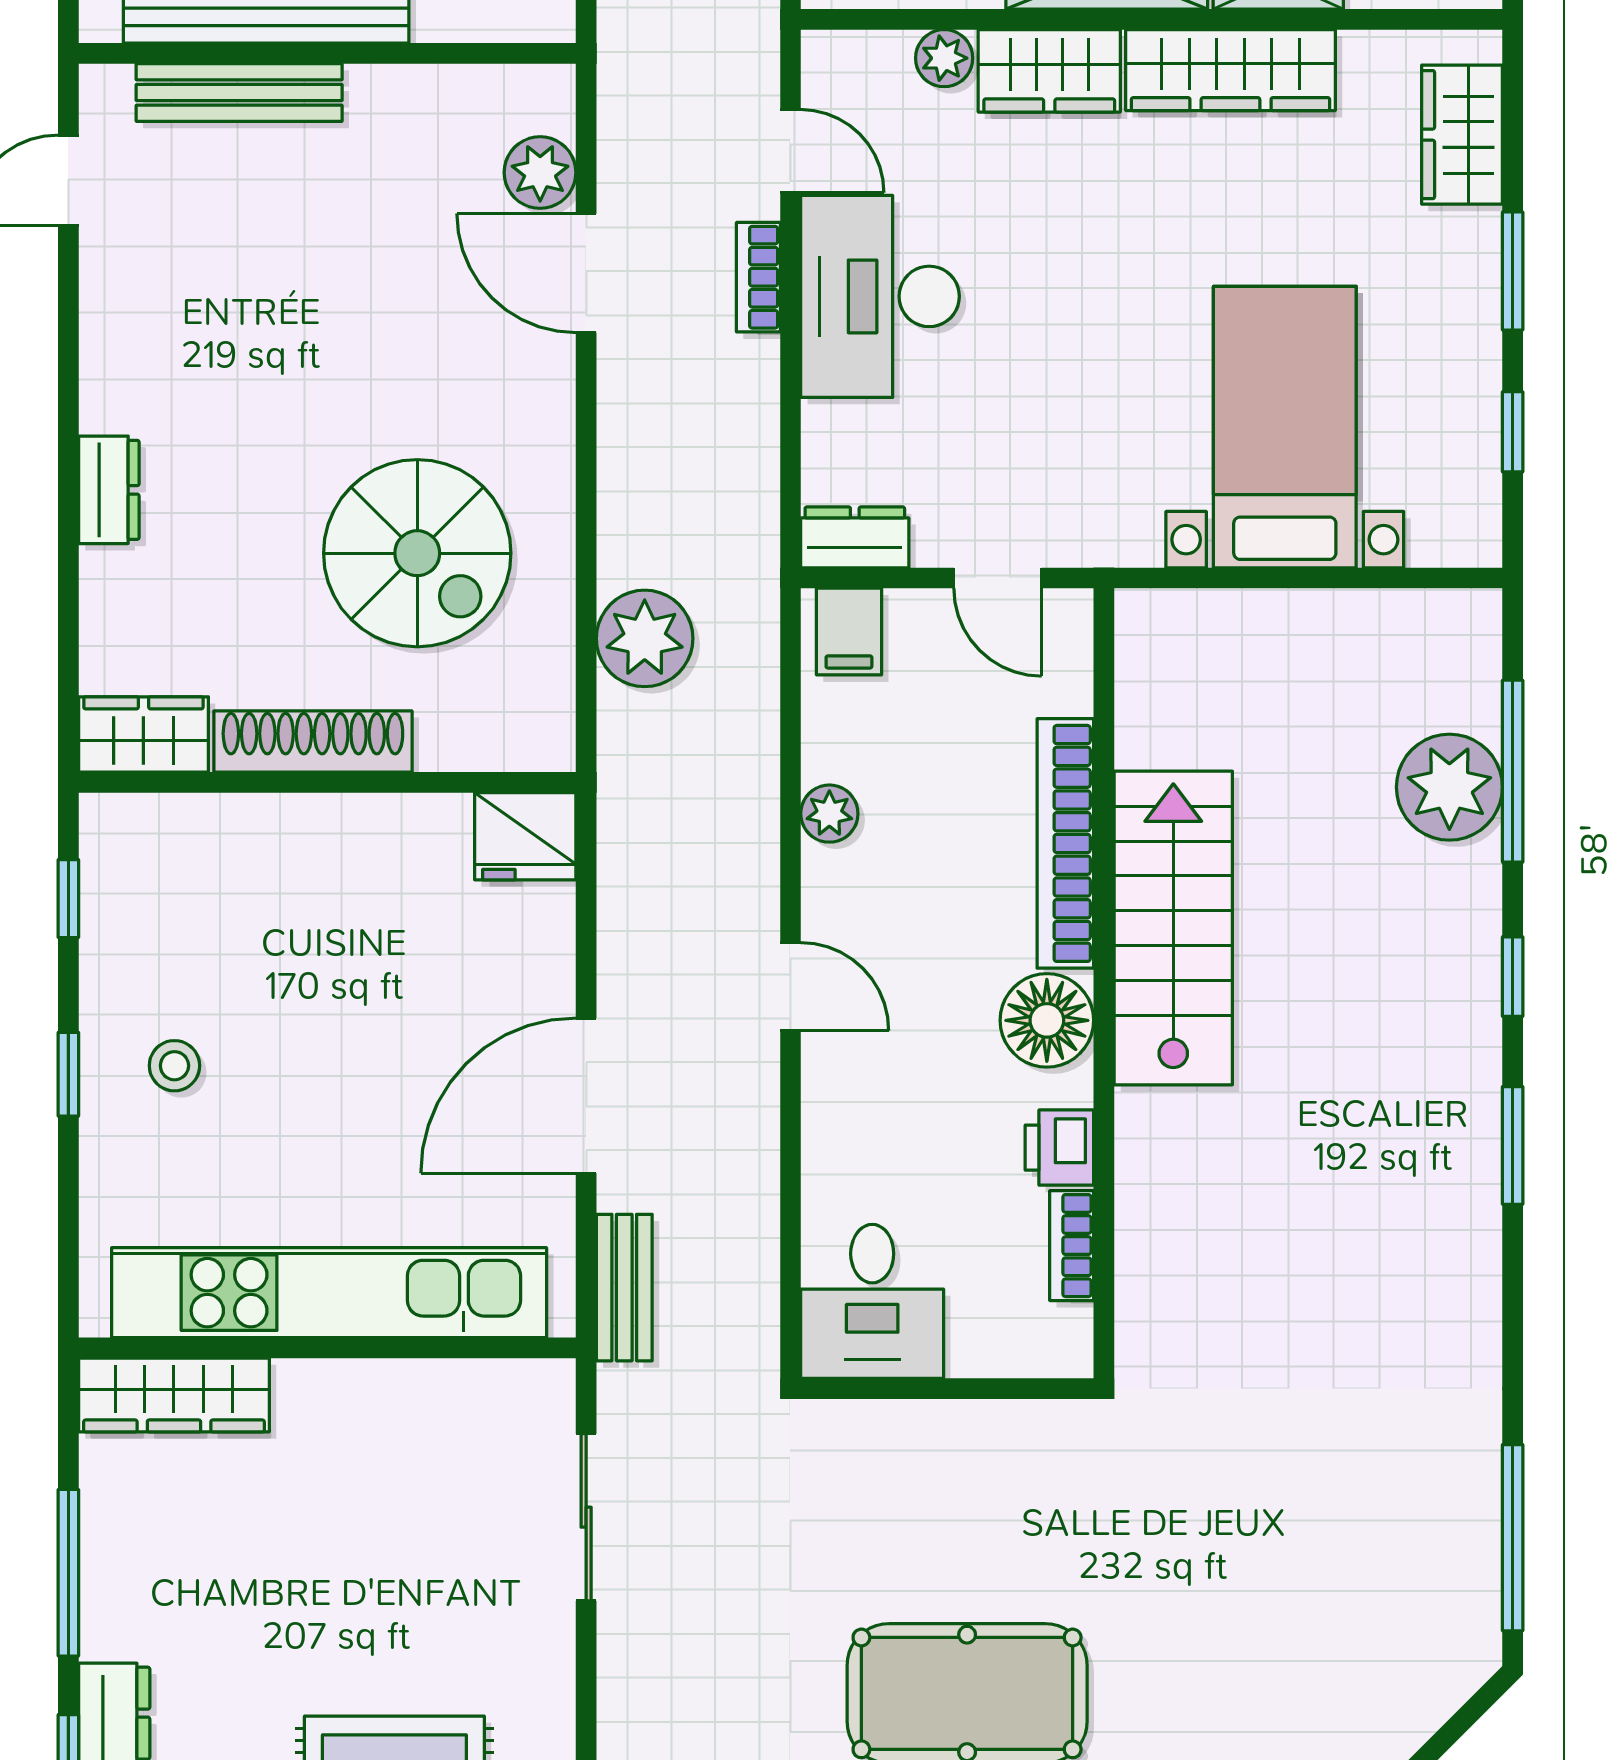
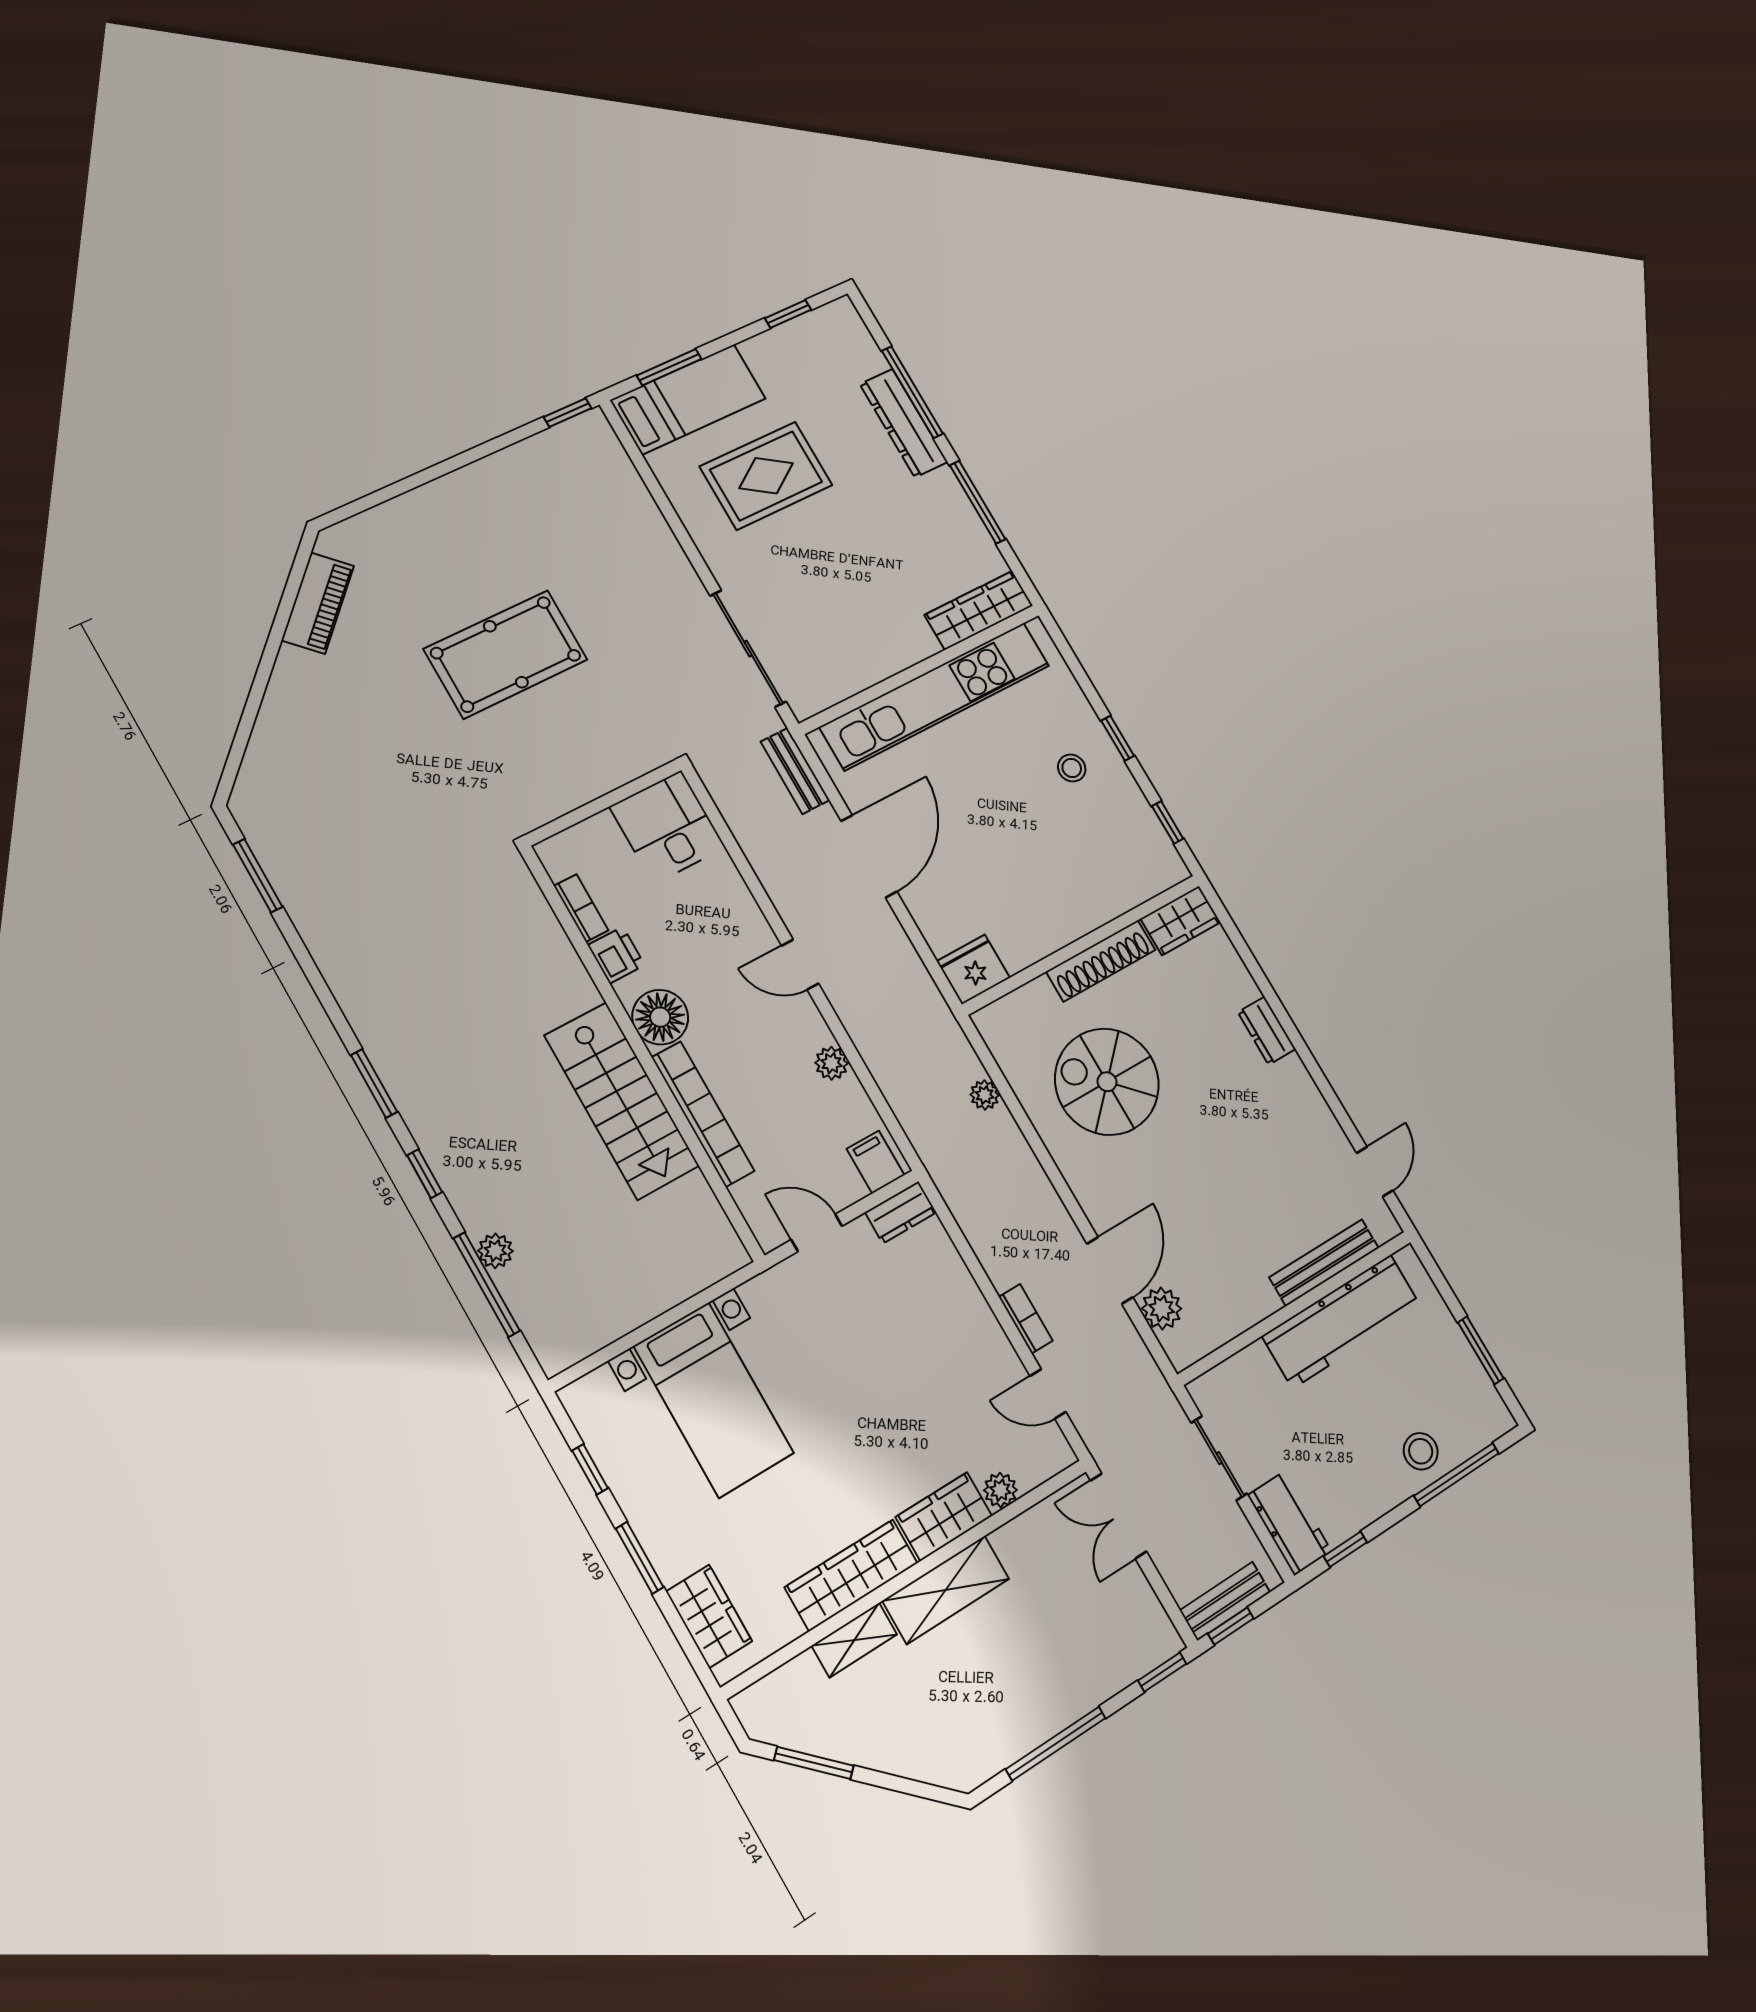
door: (586, 273) -> (1110, 1270), hinge flipped
desk: (880, 296) -> (960, 1345), removed
plant: (645, 638) -> (985, 1095), width x0.53, depth x0.53
plant: (1449, 787) -> (495, 1251), width x0.53, depth x0.53
sliding door: (586, 1517) -> (748, 649), width x1.37
window: (1513, 1538) -> (258, 876), width x0.69

